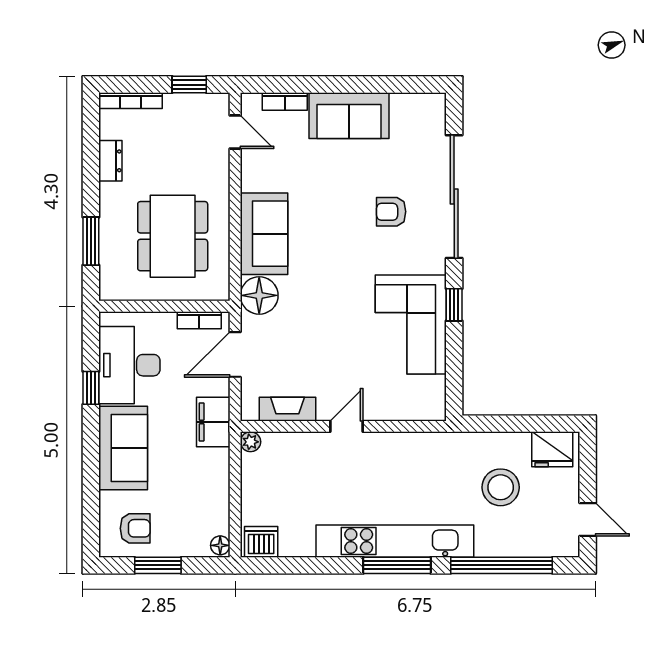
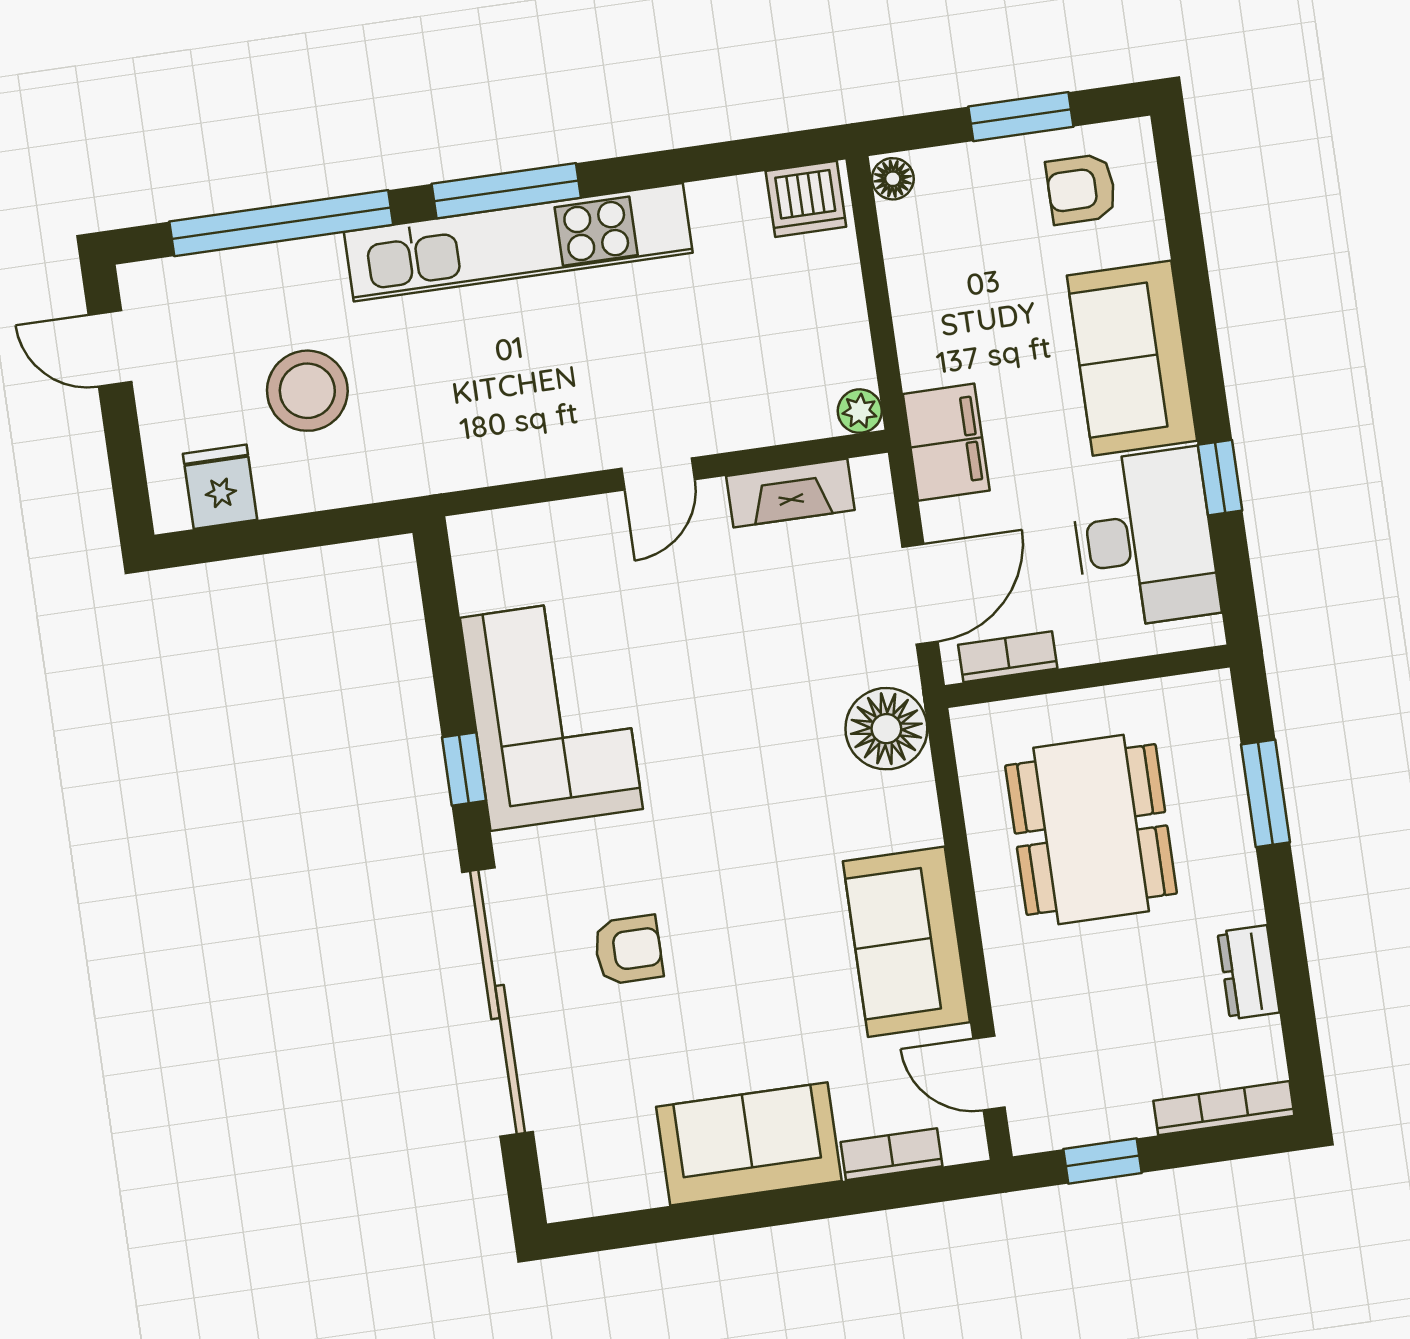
sofa: (264, 234) -> (906, 942), moved
fridge: (552, 449) -> (220, 487), width x0.72

